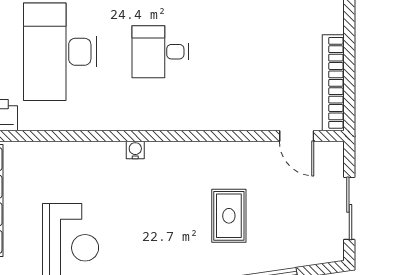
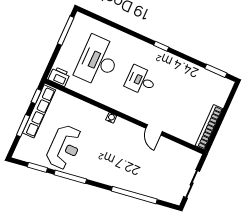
door: (297, 136) -> (154, 130), moved
rug: (229, 216) -> (139, 164), removed

